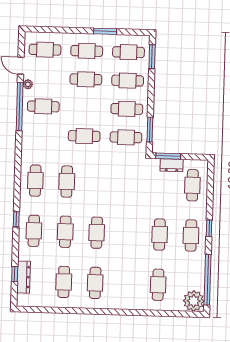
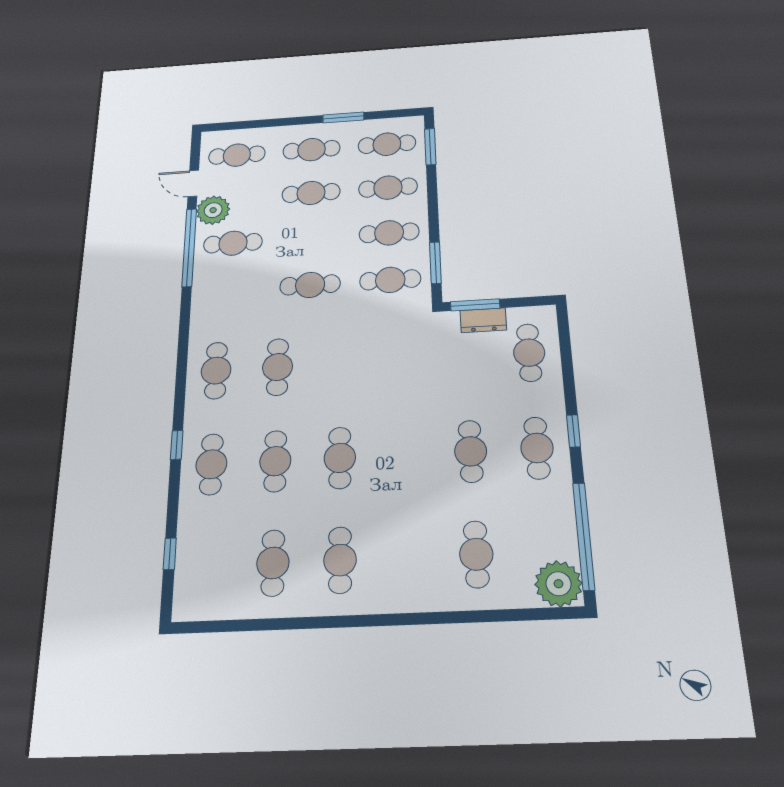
plant: (28, 84) -> (213, 210), width x1.88, depth x1.88
dresser: (24, 277) -> (188, 559), removed

